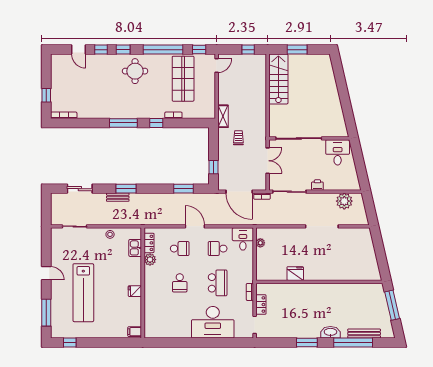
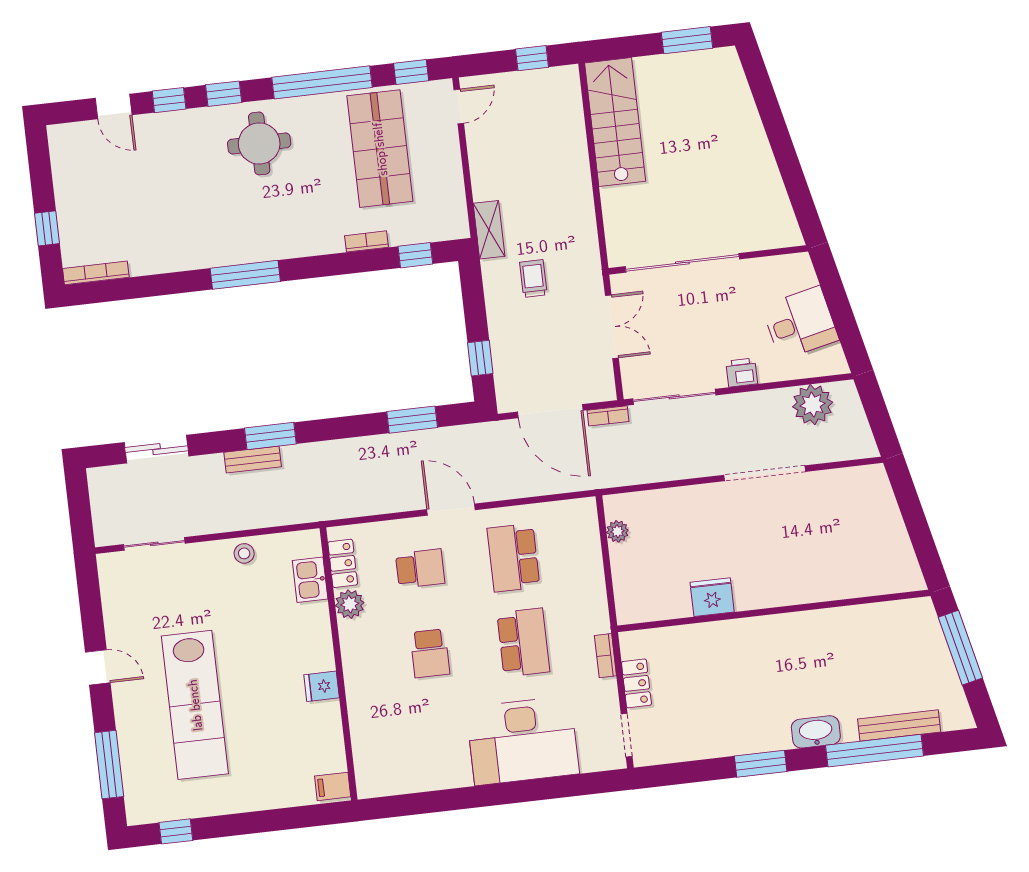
window: (297, 50) -> (687, 40), moved
window: (156, 123) -> (415, 255), moved
desk: (338, 152) -> (800, 323), moved, turned 77
desk: (243, 239) -> (573, 527), removed
school desk: (218, 249) -> (513, 558), width x1.85

